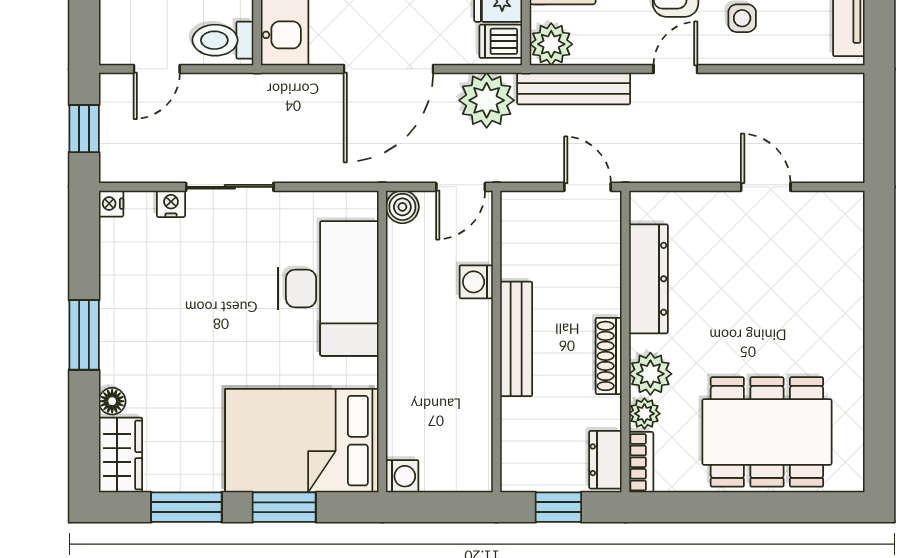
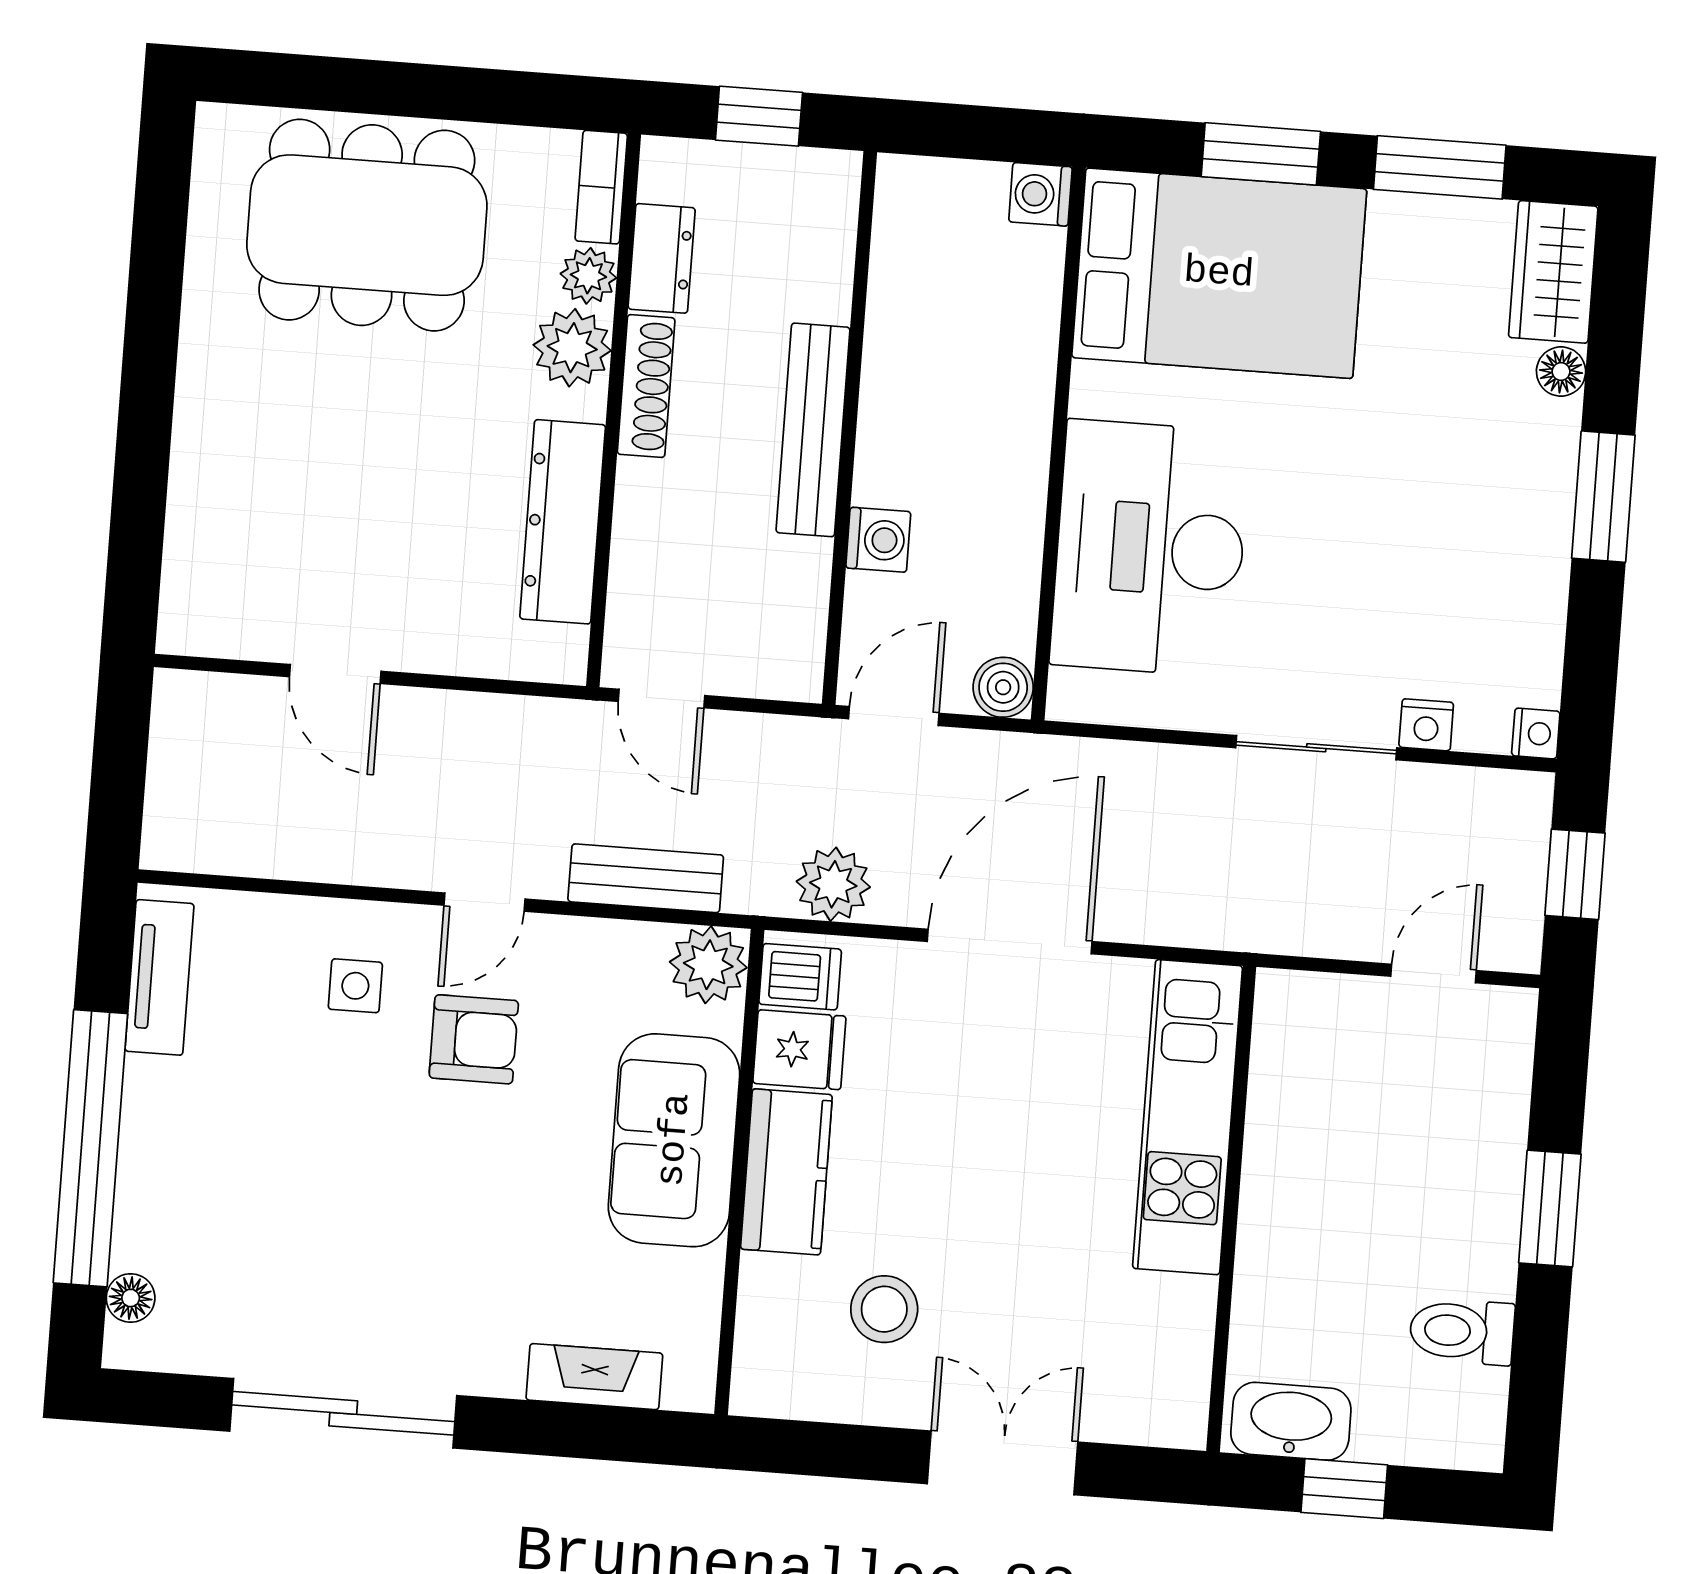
toilet: (223, 40) -> (1309, 1017), removed
bench: (574, 88) -> (646, 878), width x0.73
plant: (487, 100) -> (833, 884), width x0.73, depth x0.73
dresser: (605, 460) -> (662, 258), moved

